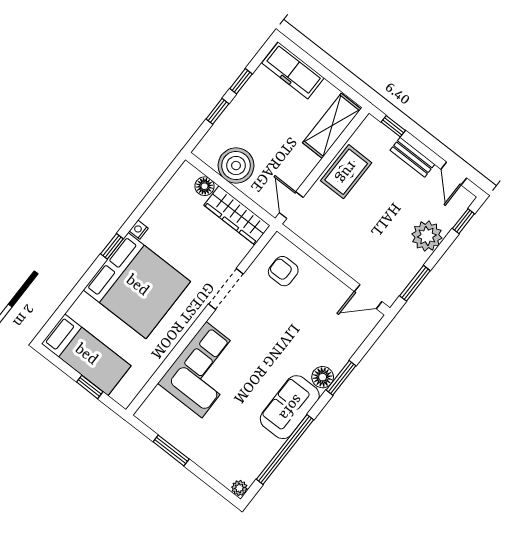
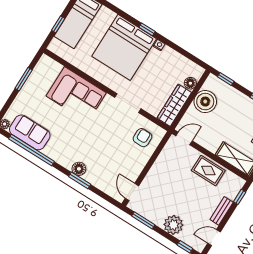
window: (217, 111) -> (226, 79), moved
sofa: (290, 407) -> (30, 132), moved

